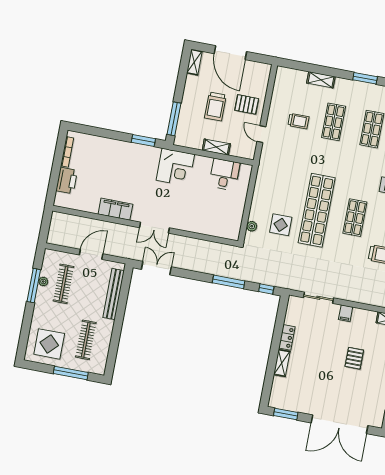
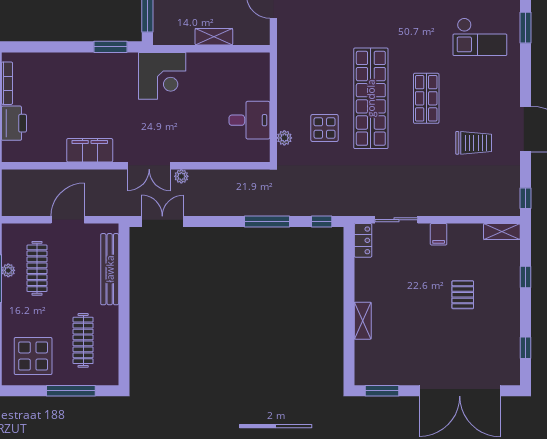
desk: (224, 174) -> (249, 120), moved, turned 90
plant: (175, 239) -> (181, 176), added
locker: (287, 337) -> (363, 240), moved

